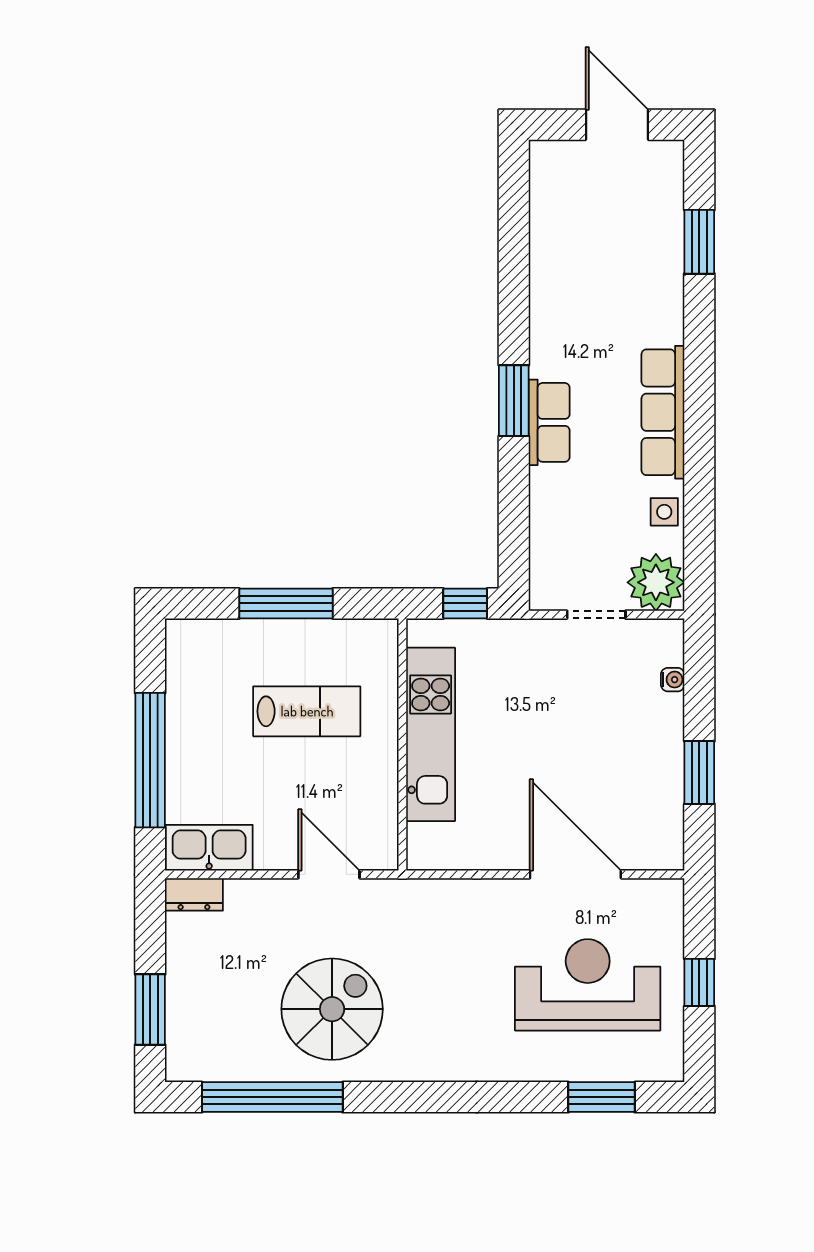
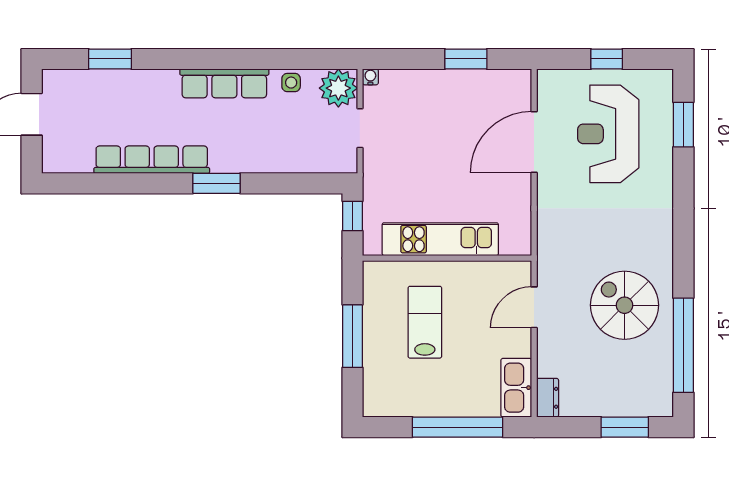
row of seats: (549, 422) -> (152, 160), moved, width x2.02
water cooler: (673, 680) -> (370, 77), moved

